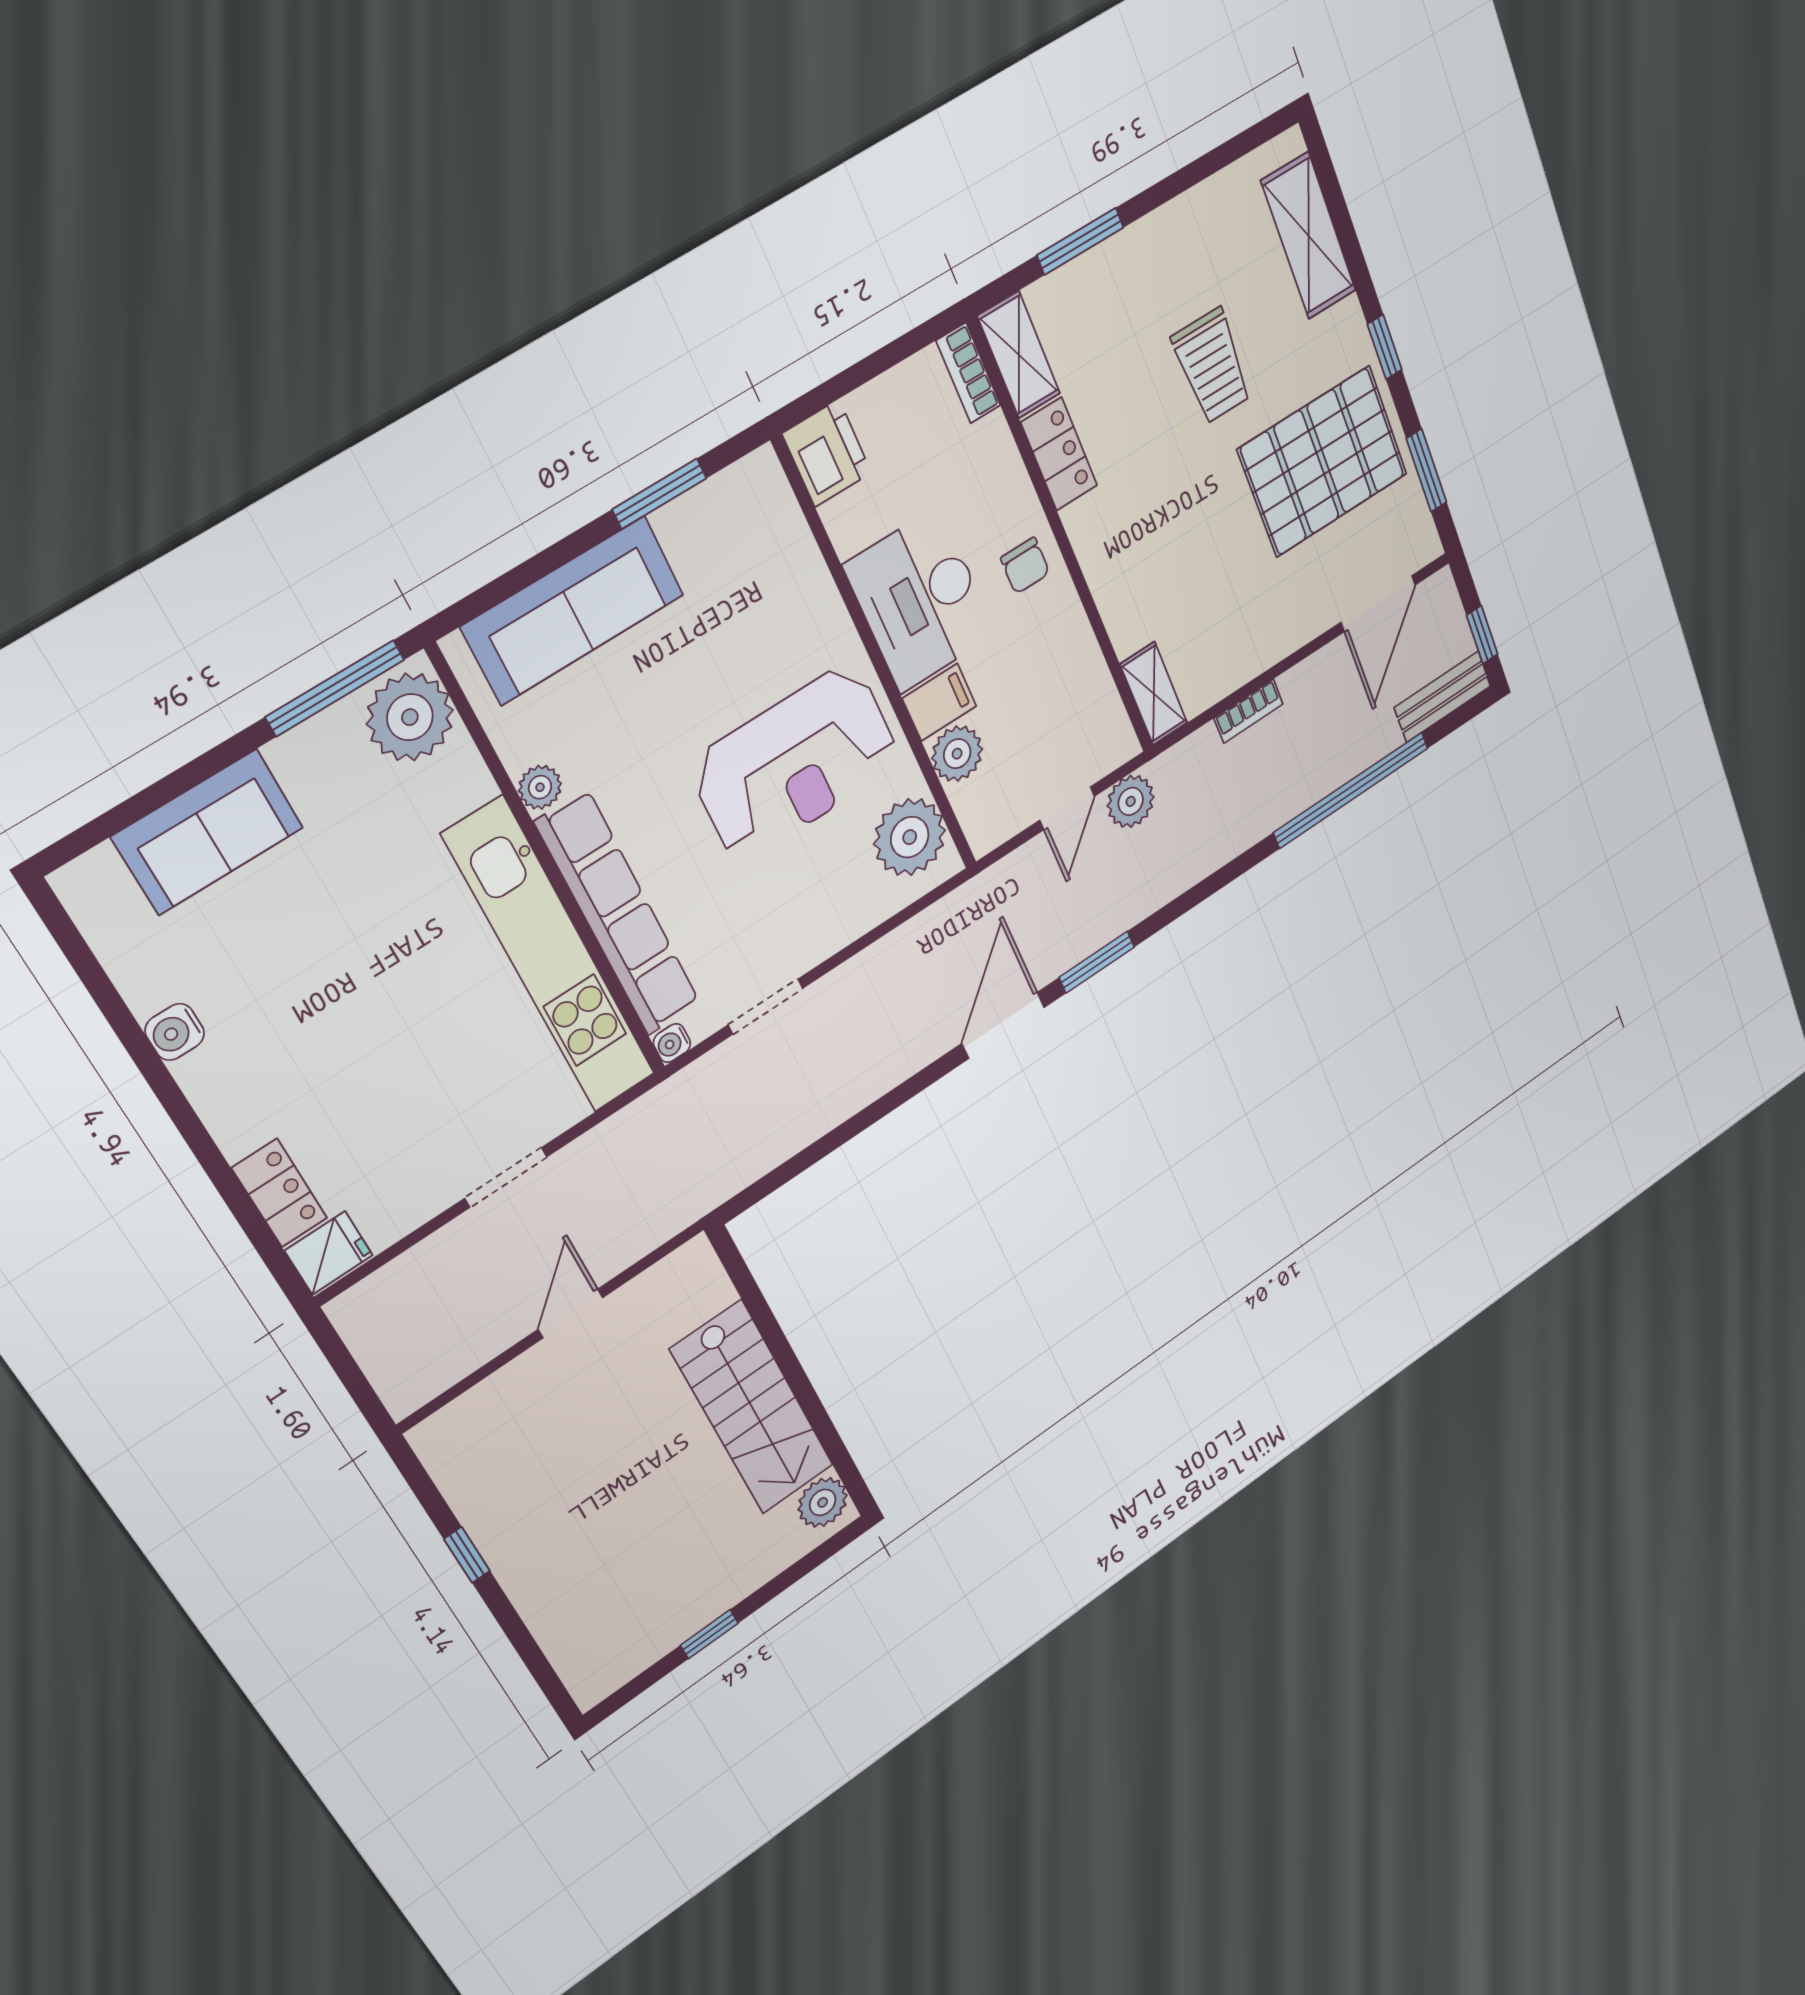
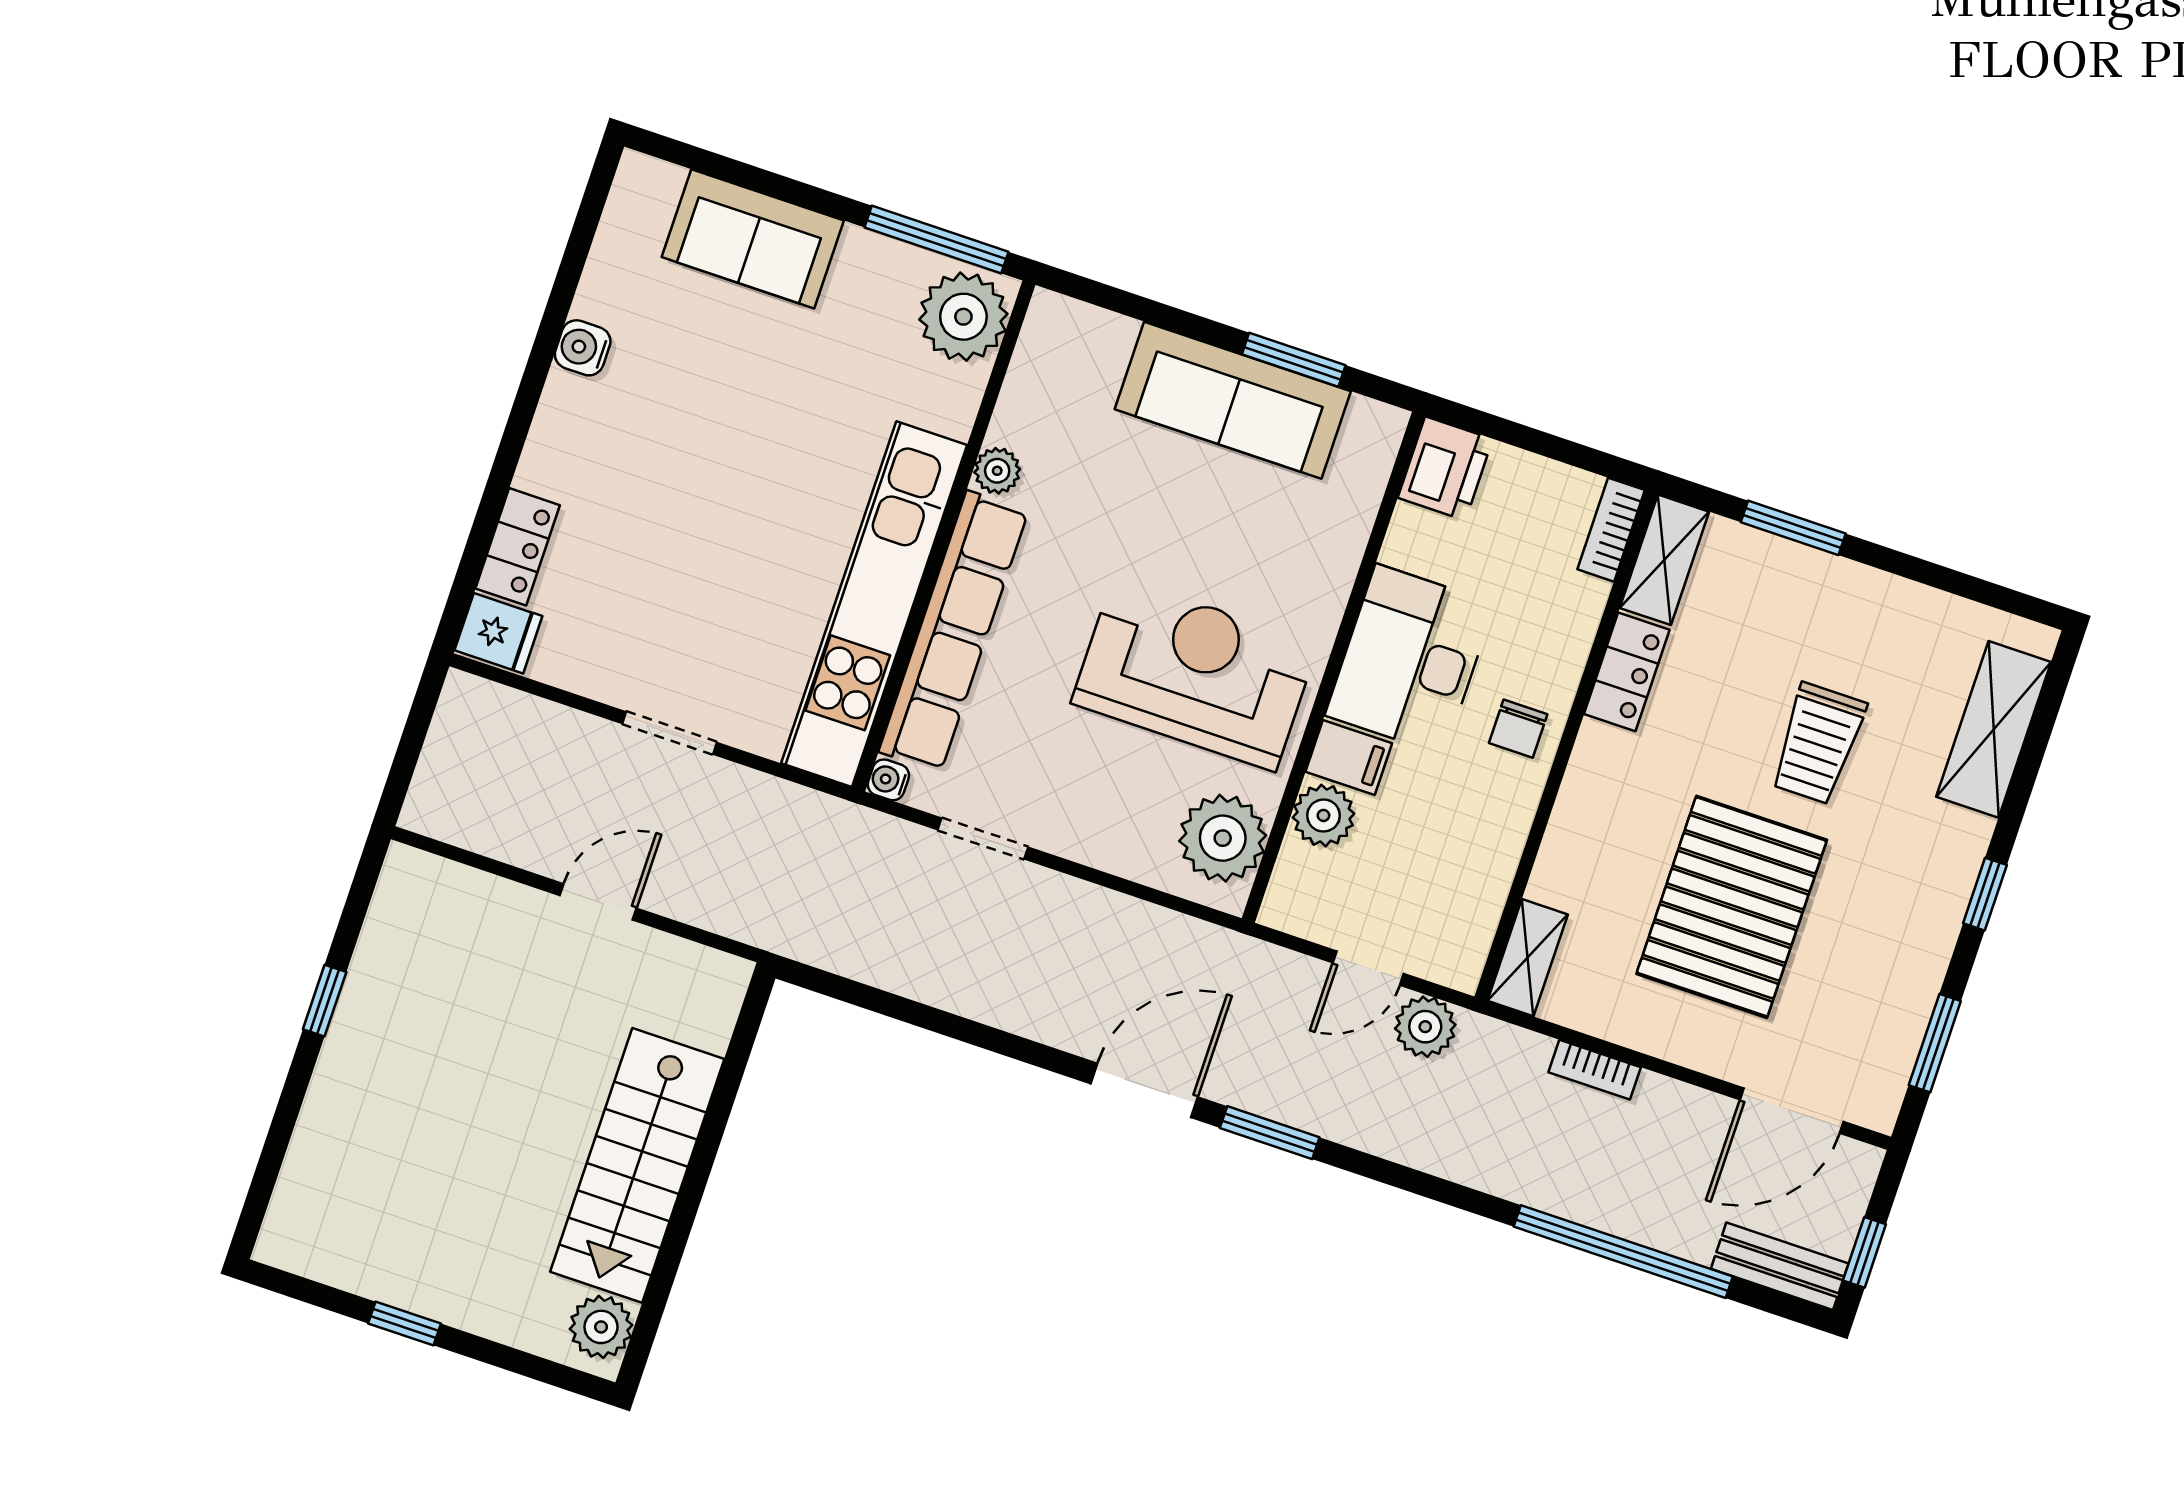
pallet: (1323, 462) -> (1732, 907), moved, turned 90
sofa: (573, 611) -> (1233, 400), moved
reception desk: (796, 763) -> (1195, 673), turned 180

